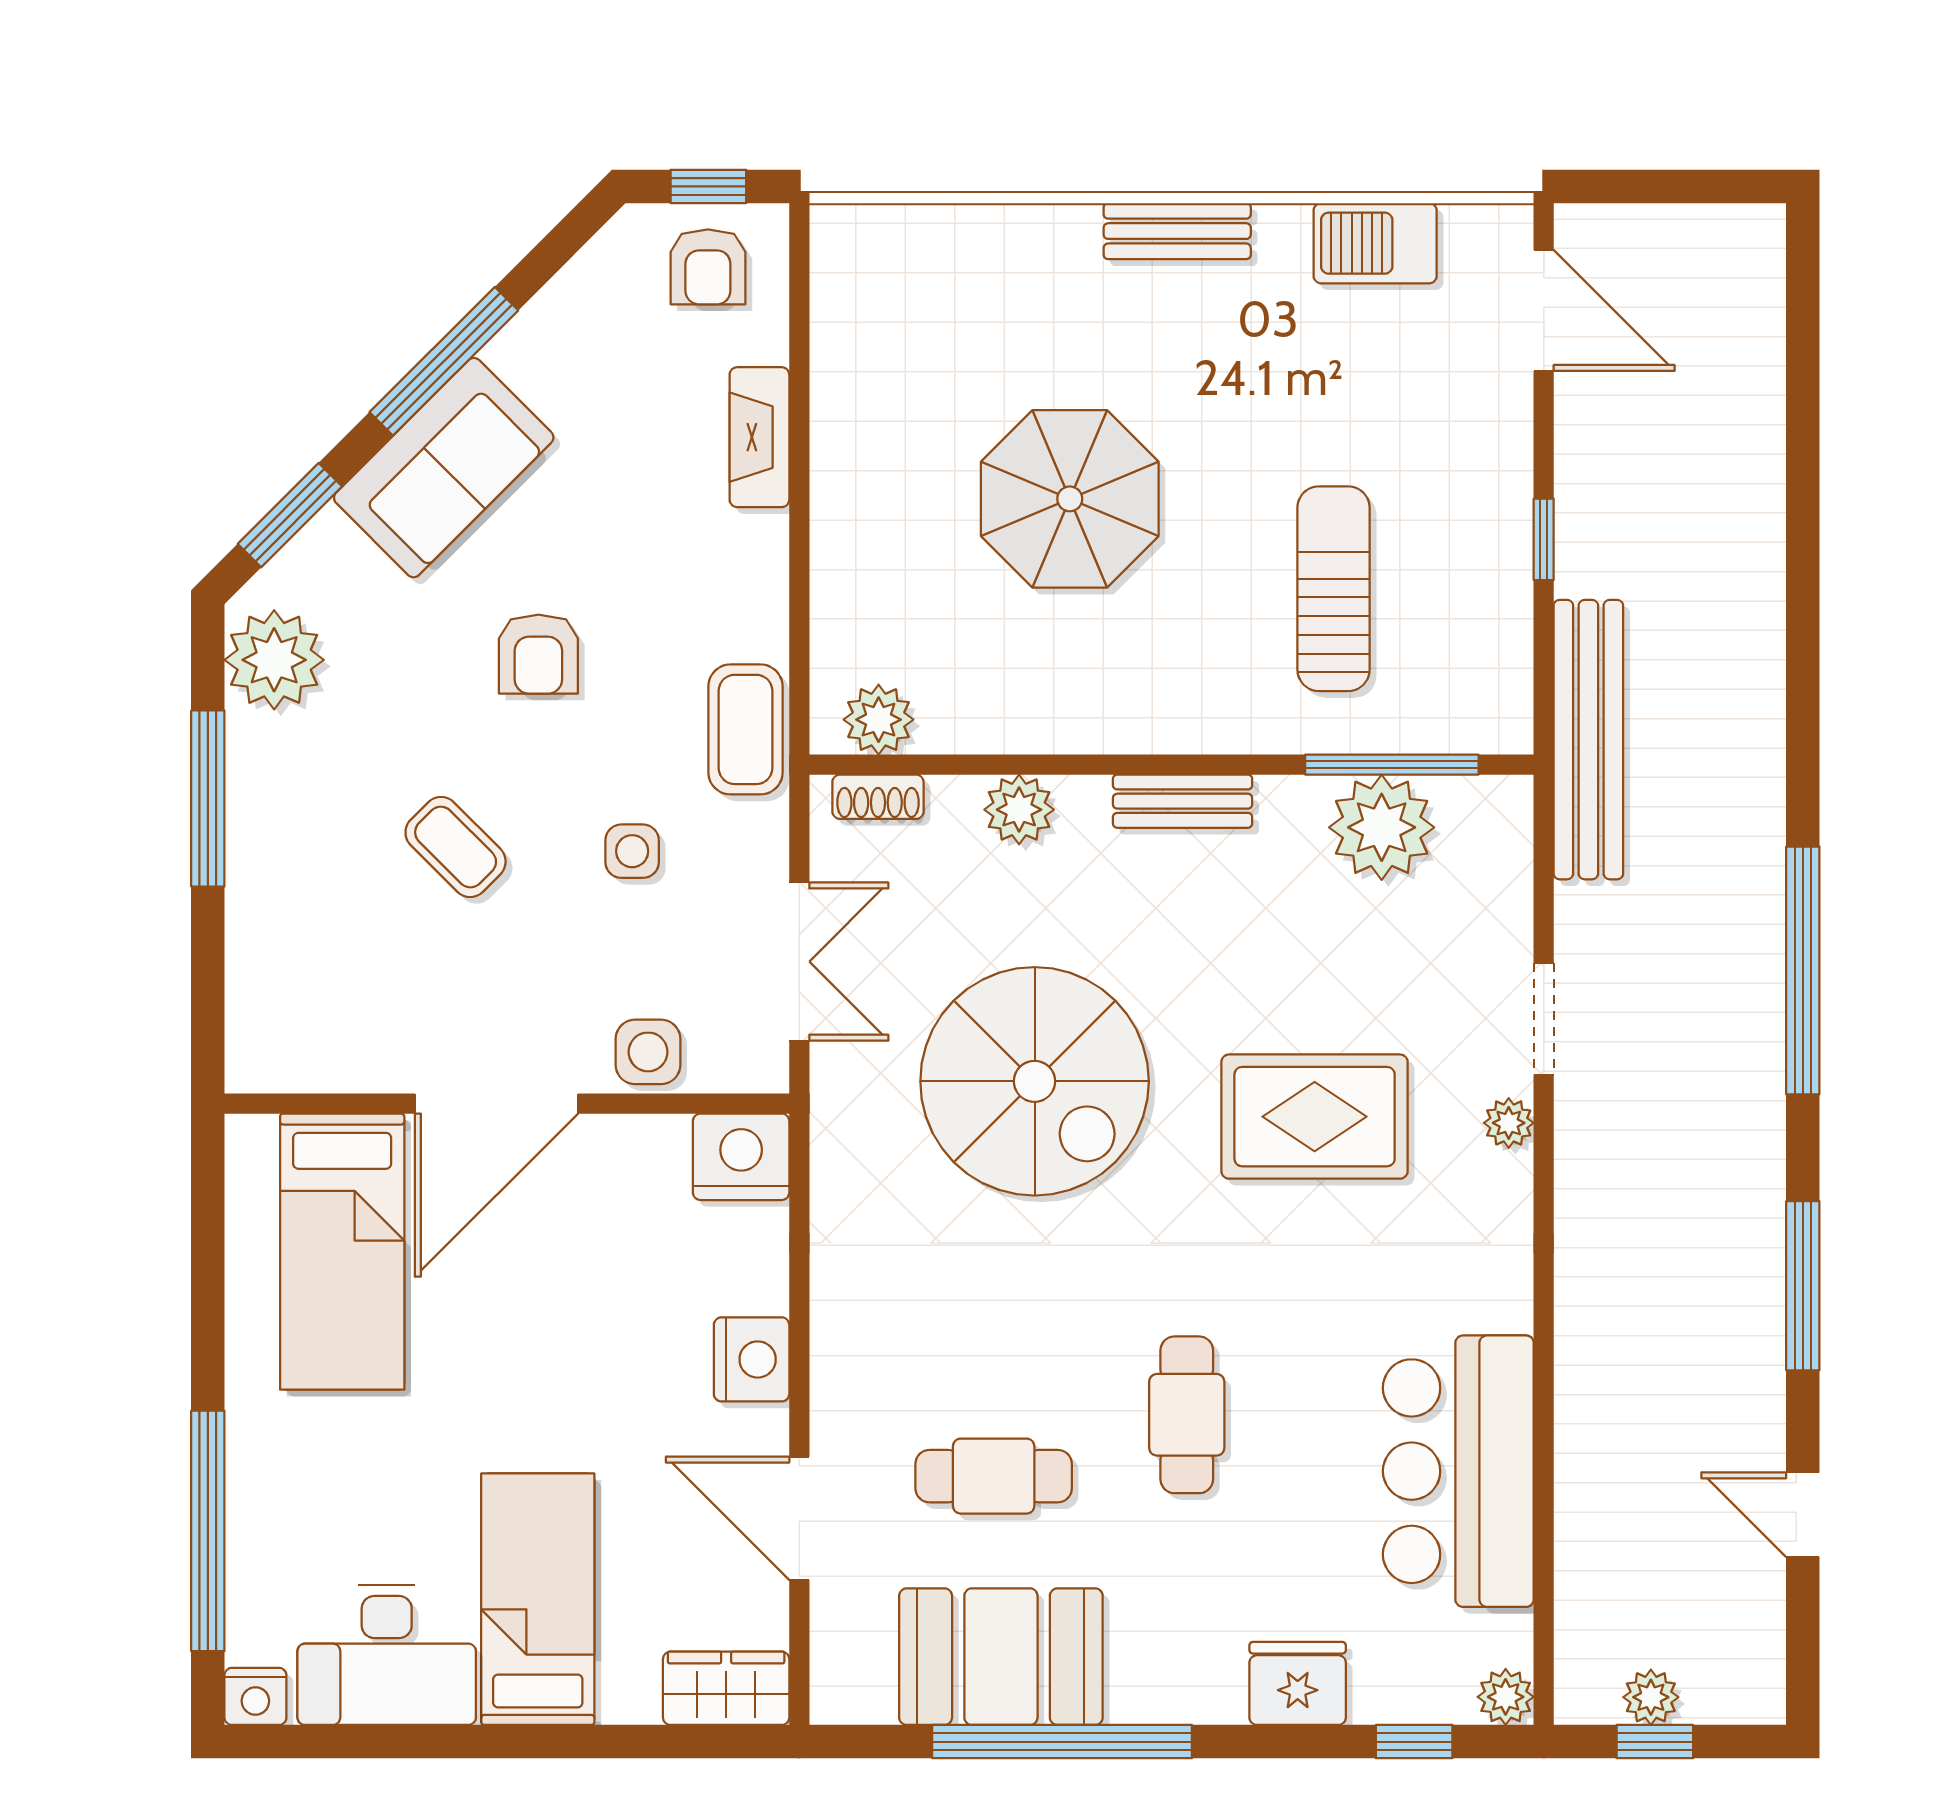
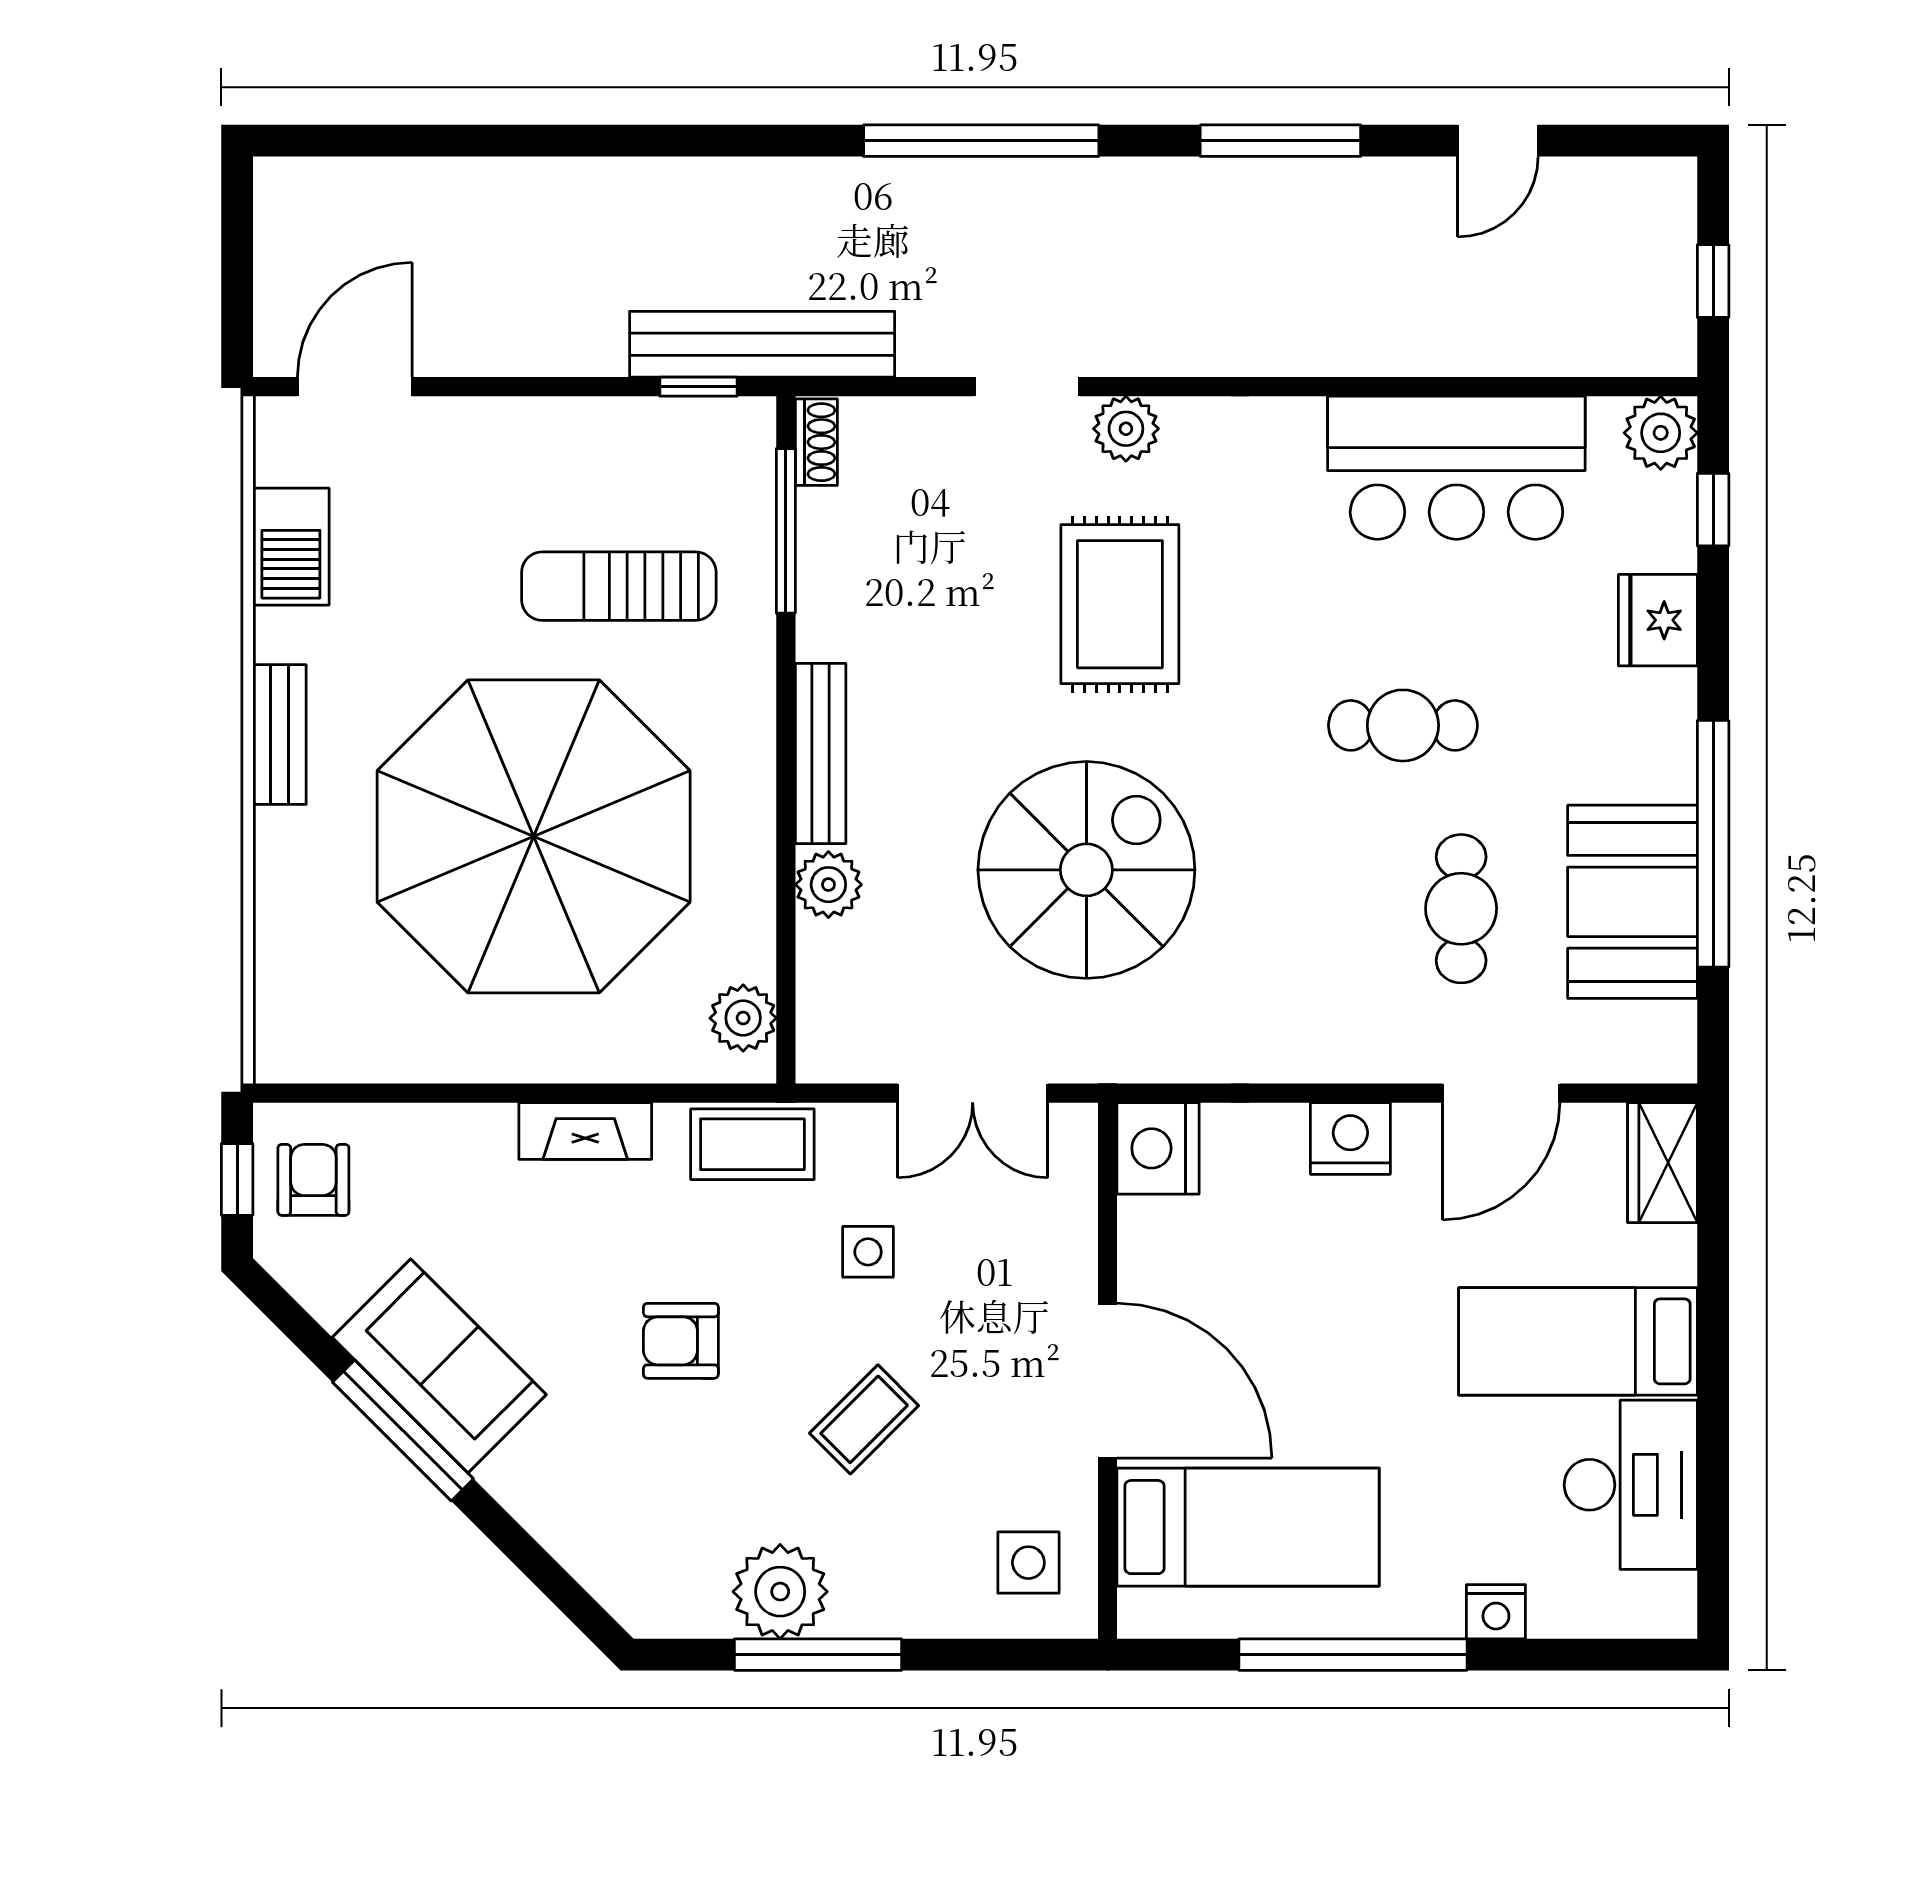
armchair: (708, 267) -> (313, 1180), turned -90
fireplace: (759, 437) -> (585, 1131), moved
sofa: (444, 468) -> (439, 1366), moved
parasol: (1070, 499) -> (534, 836), width x1.86, depth x1.86
window: (290, 515) -> (549, 1577), removed
window: (1544, 539) -> (698, 387), moved
armchair: (538, 654) -> (681, 1341), turned 180
plant: (274, 660) -> (780, 1592), moved
shoe rack: (878, 797) -> (816, 442), moved
bench: (1183, 801) -> (821, 753), width x1.36
plant: (1382, 827) -> (845, 540), removed
double door: (799, 962) -> (973, 1093), swing flipped
side table: (648, 1052) -> (1028, 1563), moved
plant: (1509, 1123) -> (1126, 429), width x1.38, depth x1.38
window: (208, 1531) -> (1353, 1655), moved
nightstand: (255, 1696) -> (1496, 1612), moved, turned 90
plant: (1506, 1697) -> (1661, 433), width x1.38, depth x1.38
plant: (1651, 1697) -> (1671, 285), removed

